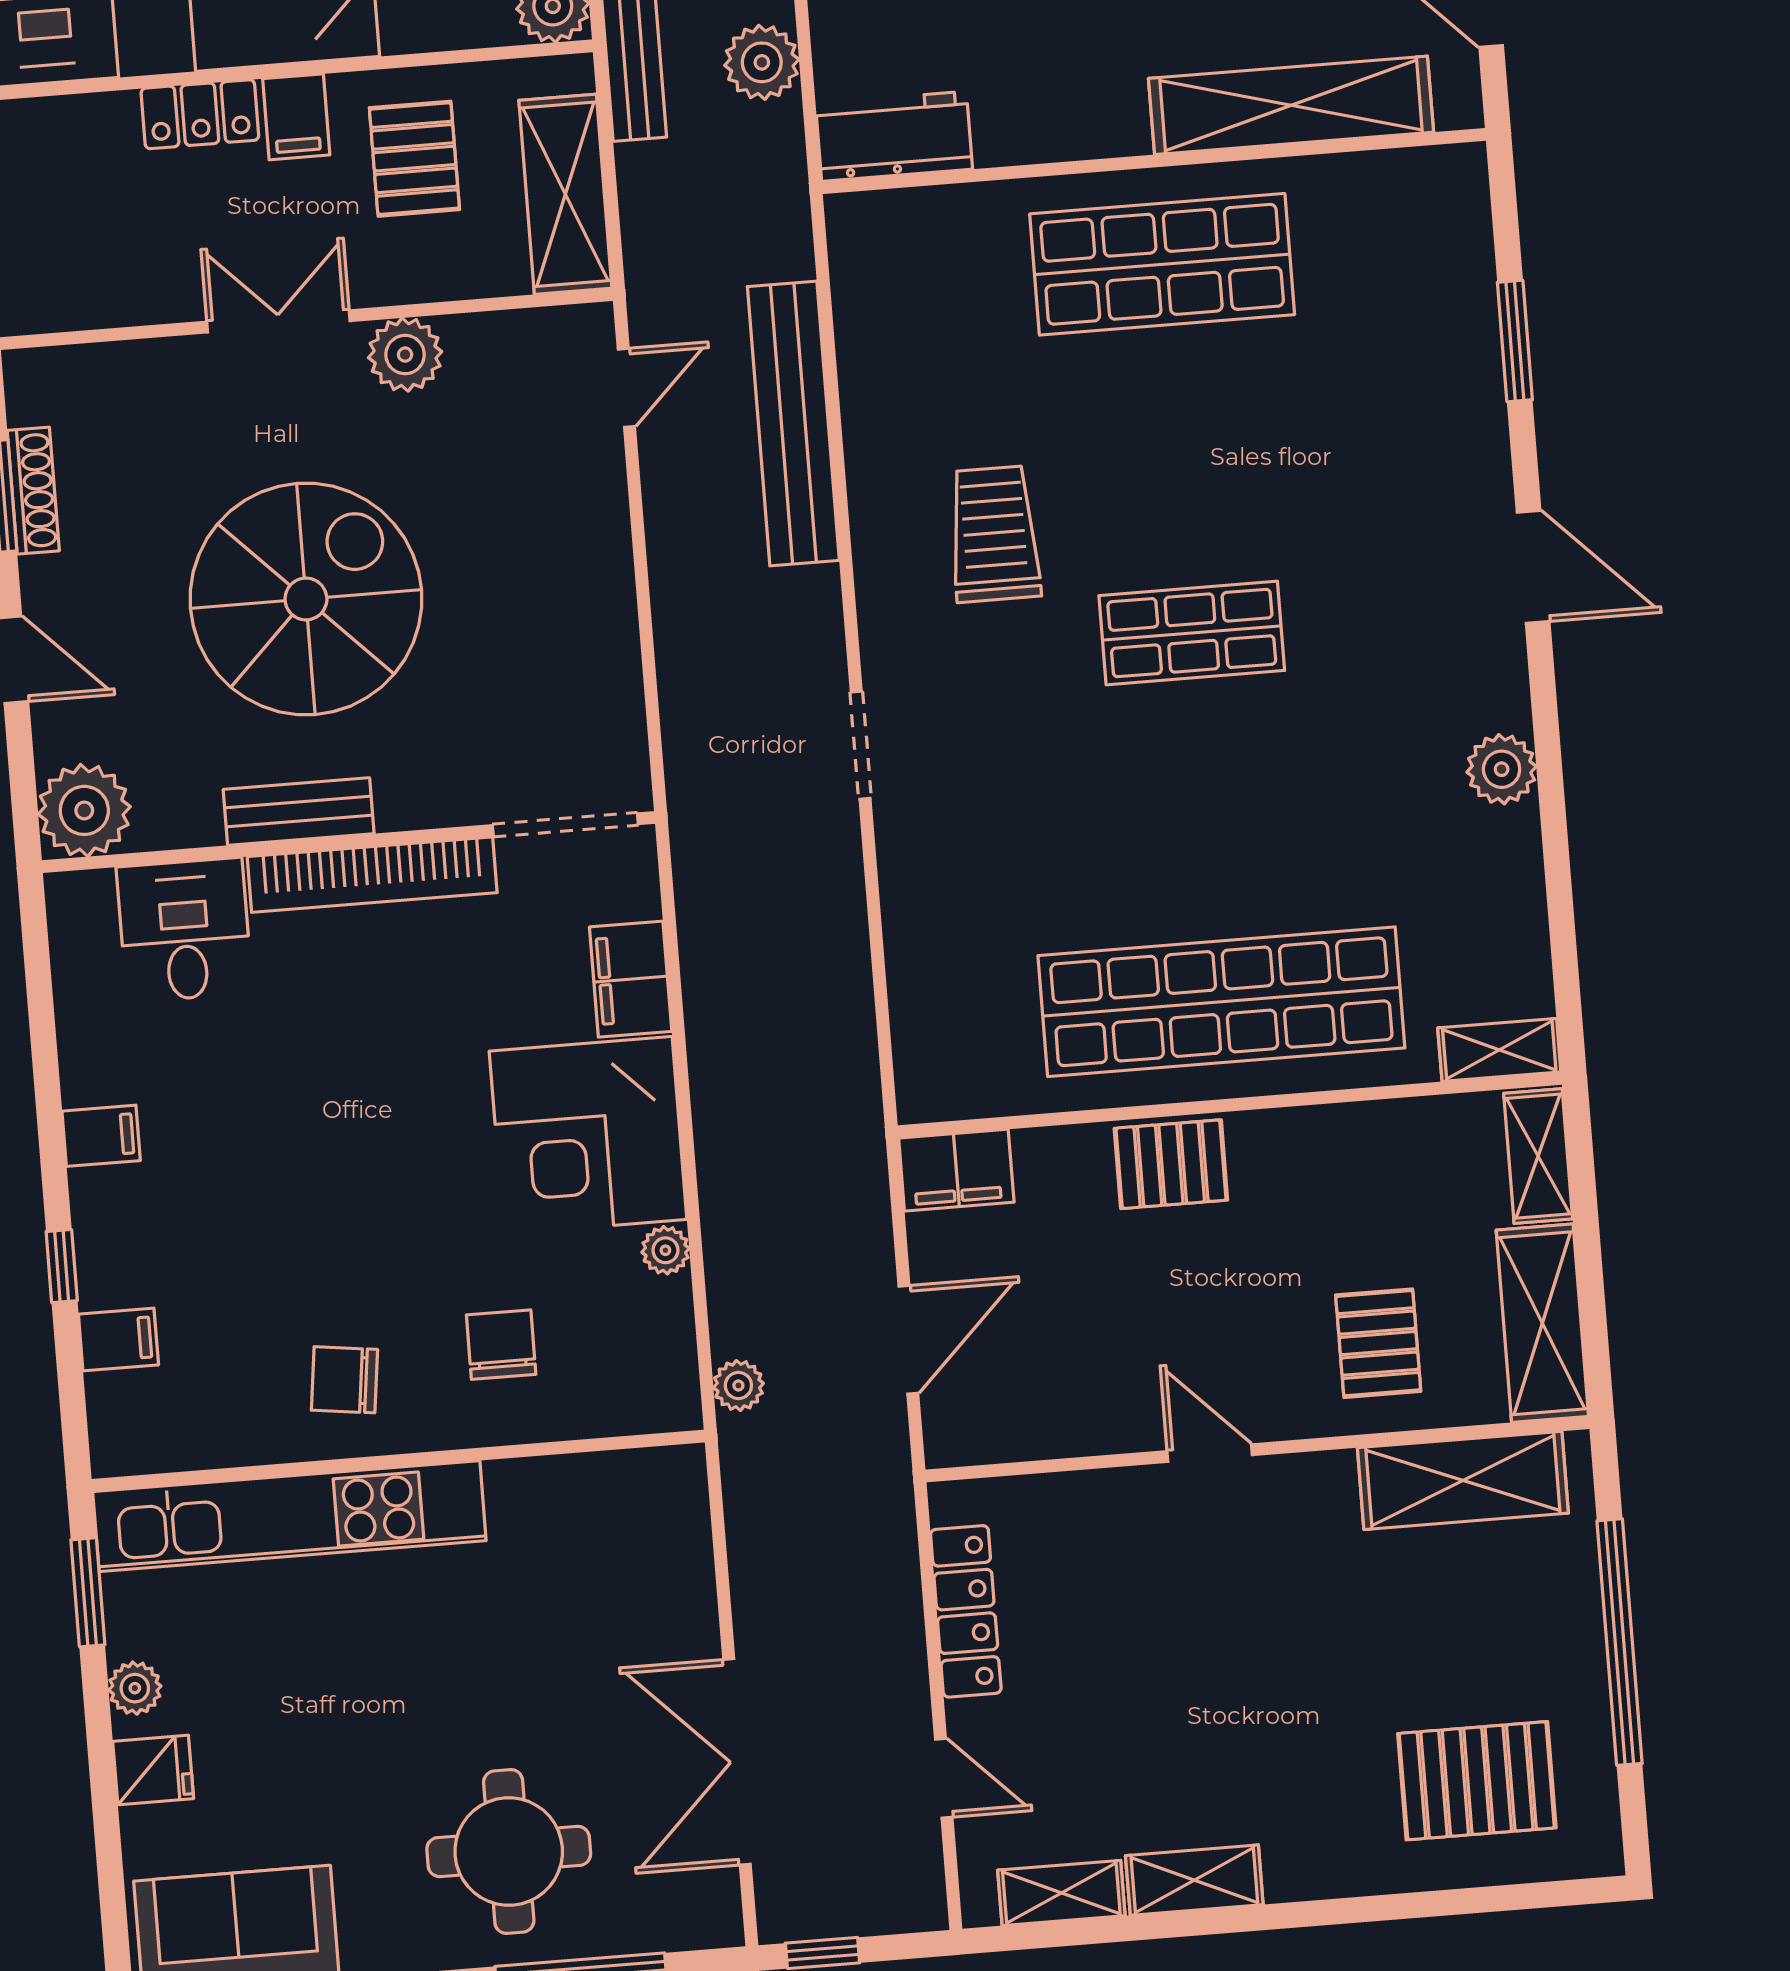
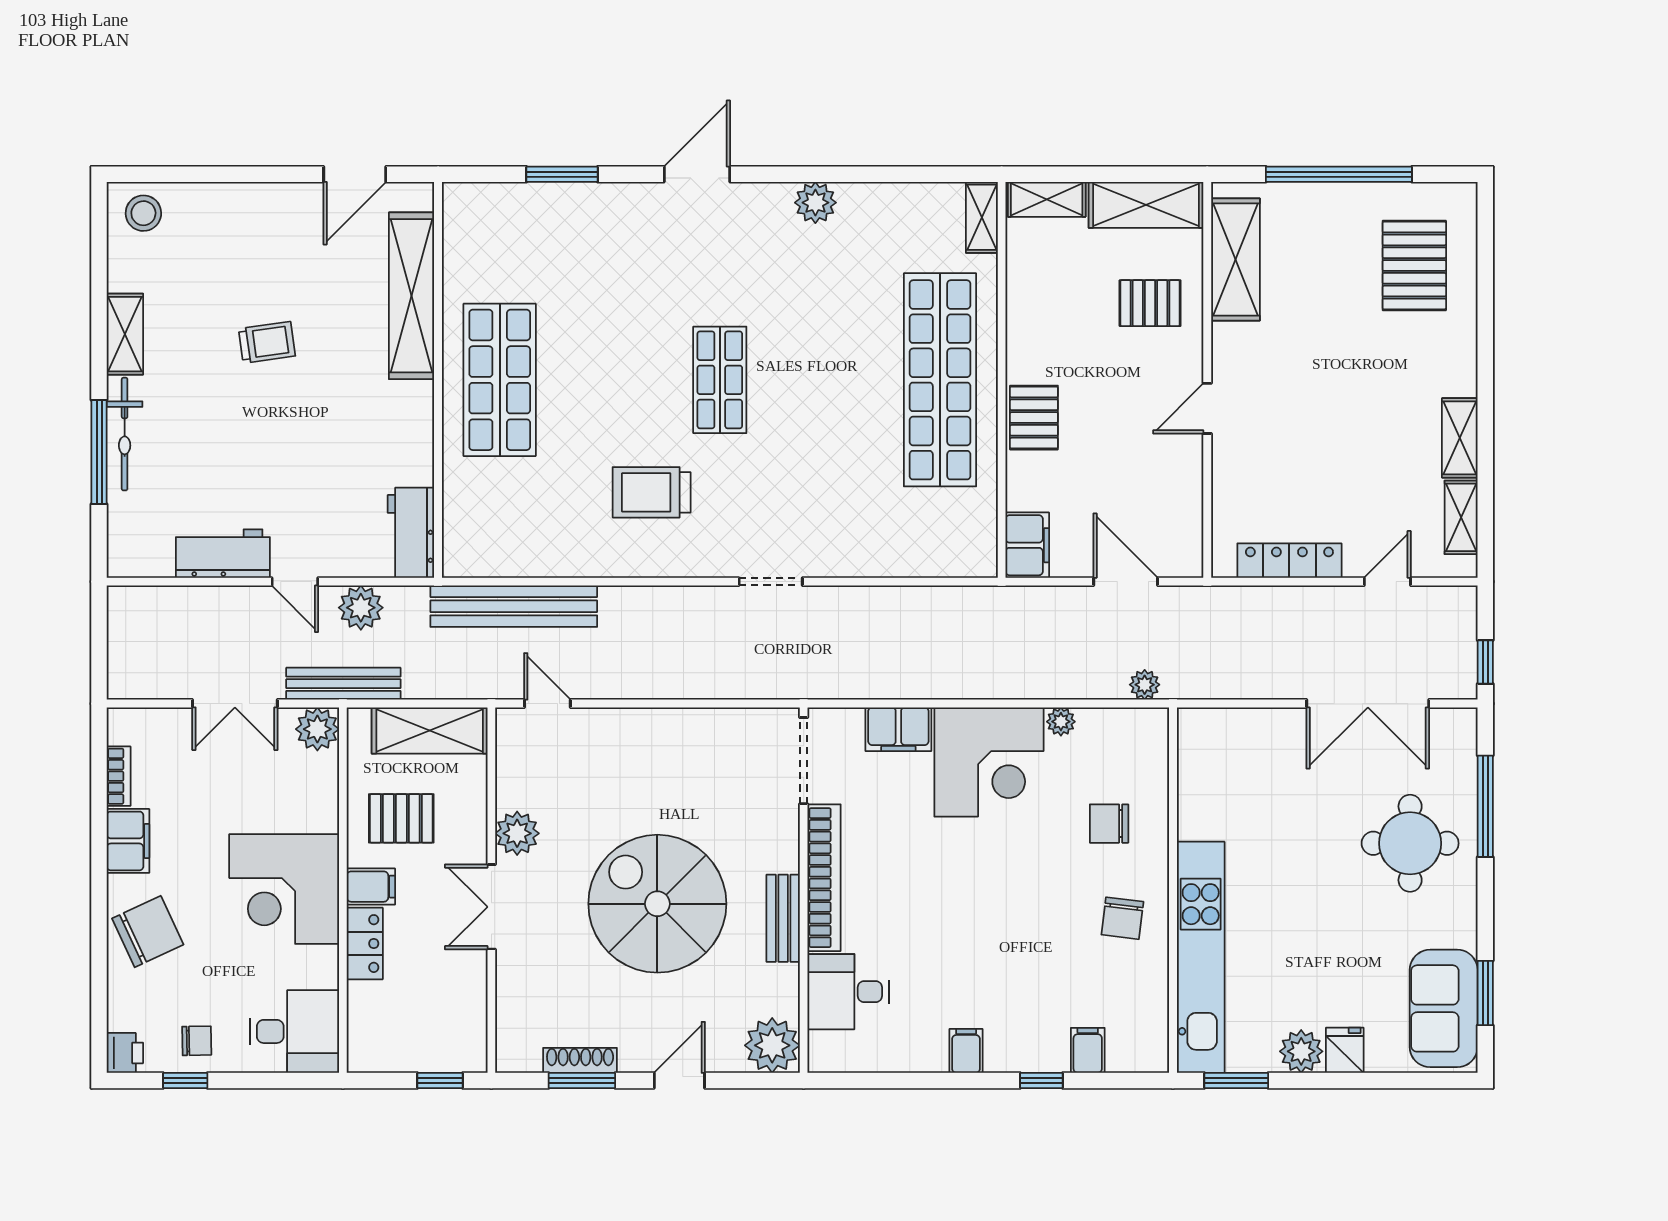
bench: (793, 423) -> (514, 606), moved
plant: (135, 1688) -> (1301, 1051), width x1.38, depth x1.38

